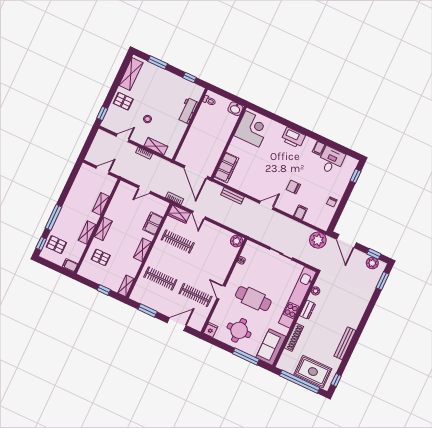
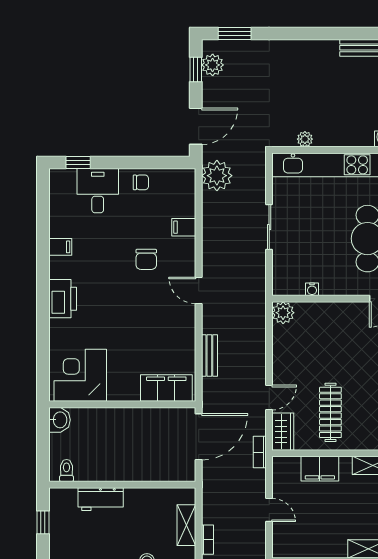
desk: (331, 160) -> (98, 191), moved, turned 90
dresser: (308, 310) -> (343, 138), removed

